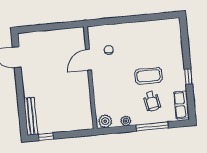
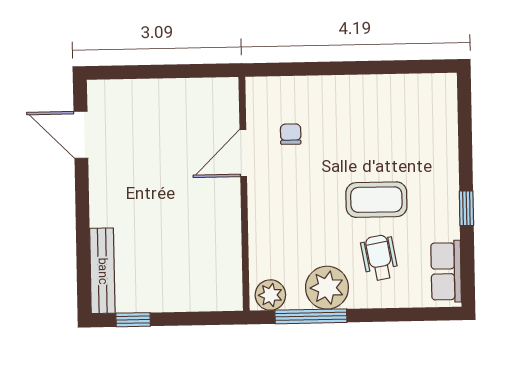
wheelchair: (152, 101) -> (379, 258), turned 180
plant: (126, 121) -> (327, 288), width x1.87, depth x1.87
window: (152, 126) -> (311, 316), moved

